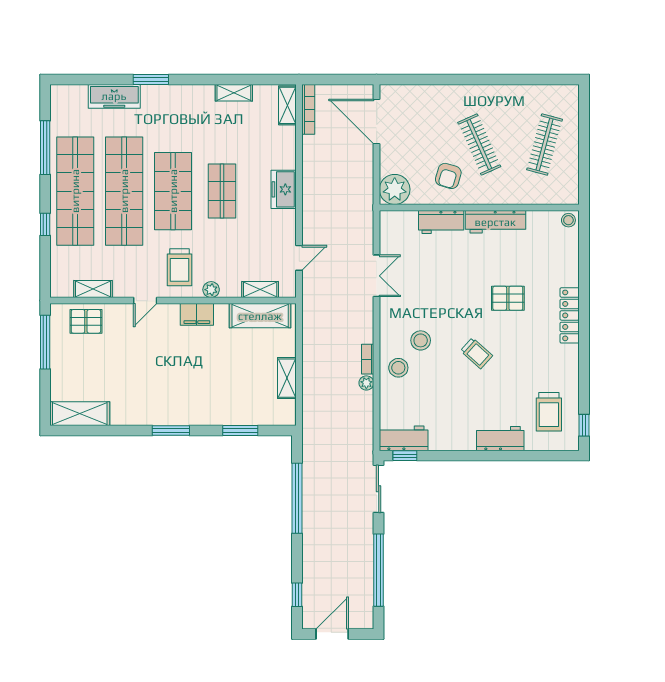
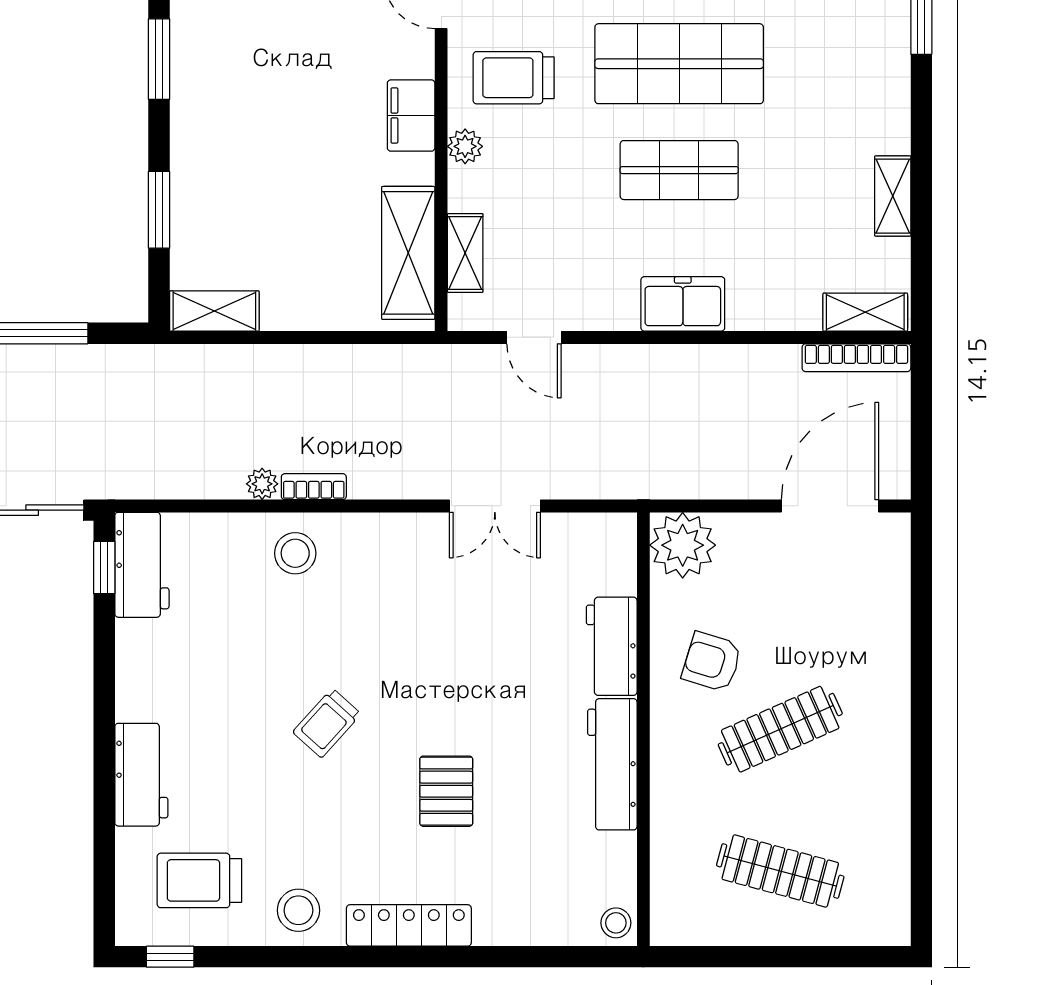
stool: (421, 340) -> (298, 910), moved
shelving: (287, 378) -> (214, 311), moved

